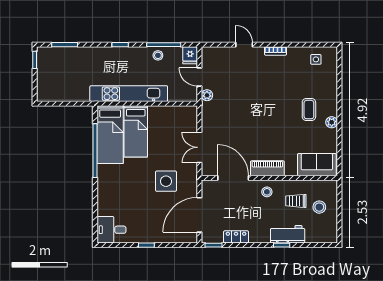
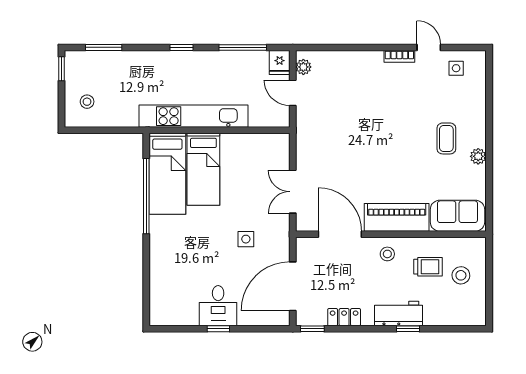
door: (244, 45) -> (429, 47), moved
stool: (158, 55) -> (87, 102), moved
plant: (207, 95) -> (303, 67), moved
piano: (267, 168) -> (397, 217), width x1.37, depth x1.33
side table: (166, 181) -> (246, 239), width x0.54, depth x0.54
trolley: (296, 201) -> (428, 267), turned 180
desk: (111, 230) -> (218, 306), moved, turned -90
workbench: (288, 234) -> (399, 313), moved

